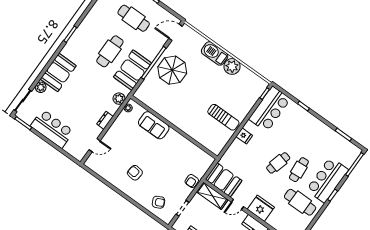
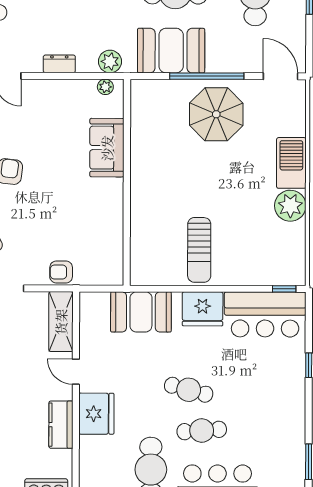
fridge: (244, 136) -> (203, 309), width x1.88, depth x1.34
booth: (224, 180) -> (141, 312), moved, turned 90

